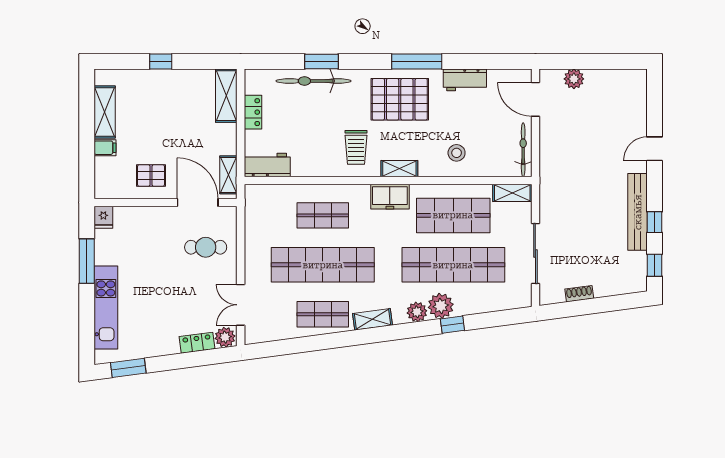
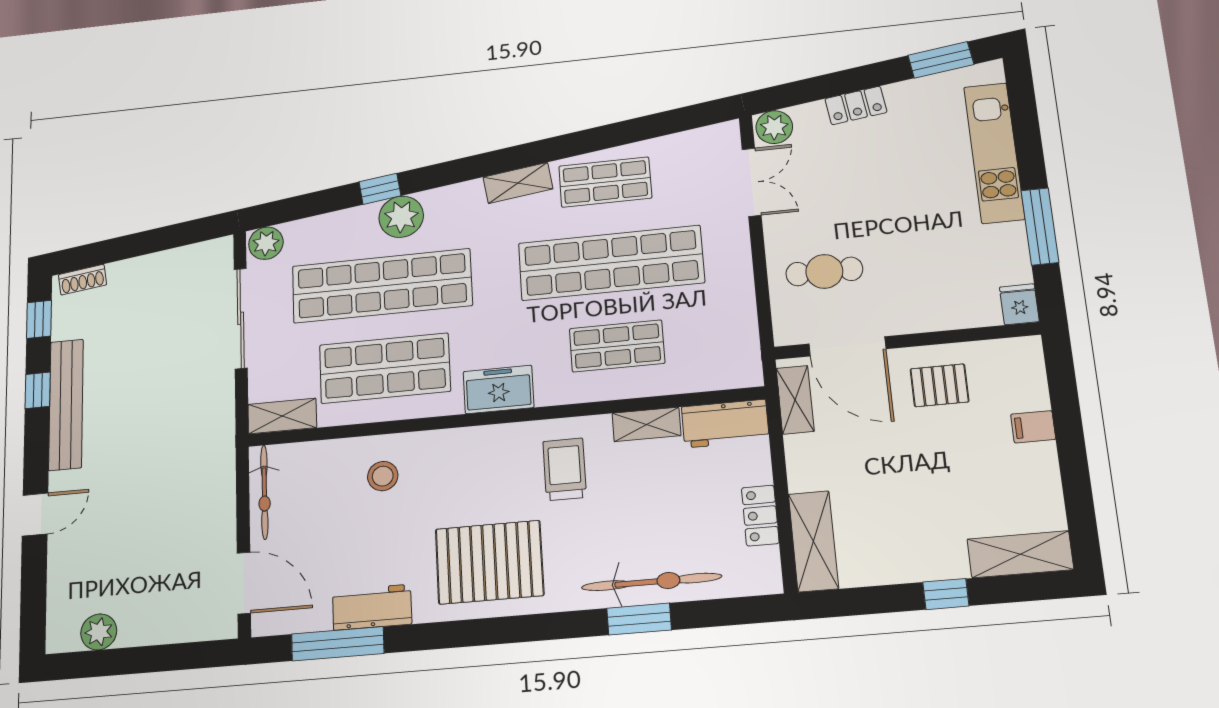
window: (417, 61) -> (338, 644), moved
plant: (574, 79) -> (99, 632), moved
shelving: (105, 112) -> (1020, 554), moved, turned 90
shelving: (399, 169) -> (646, 424), moved
shoe rack: (579, 294) -> (82, 280), moved
plant: (417, 312) -> (266, 243), moved
locker: (197, 343) -> (856, 106), moved

